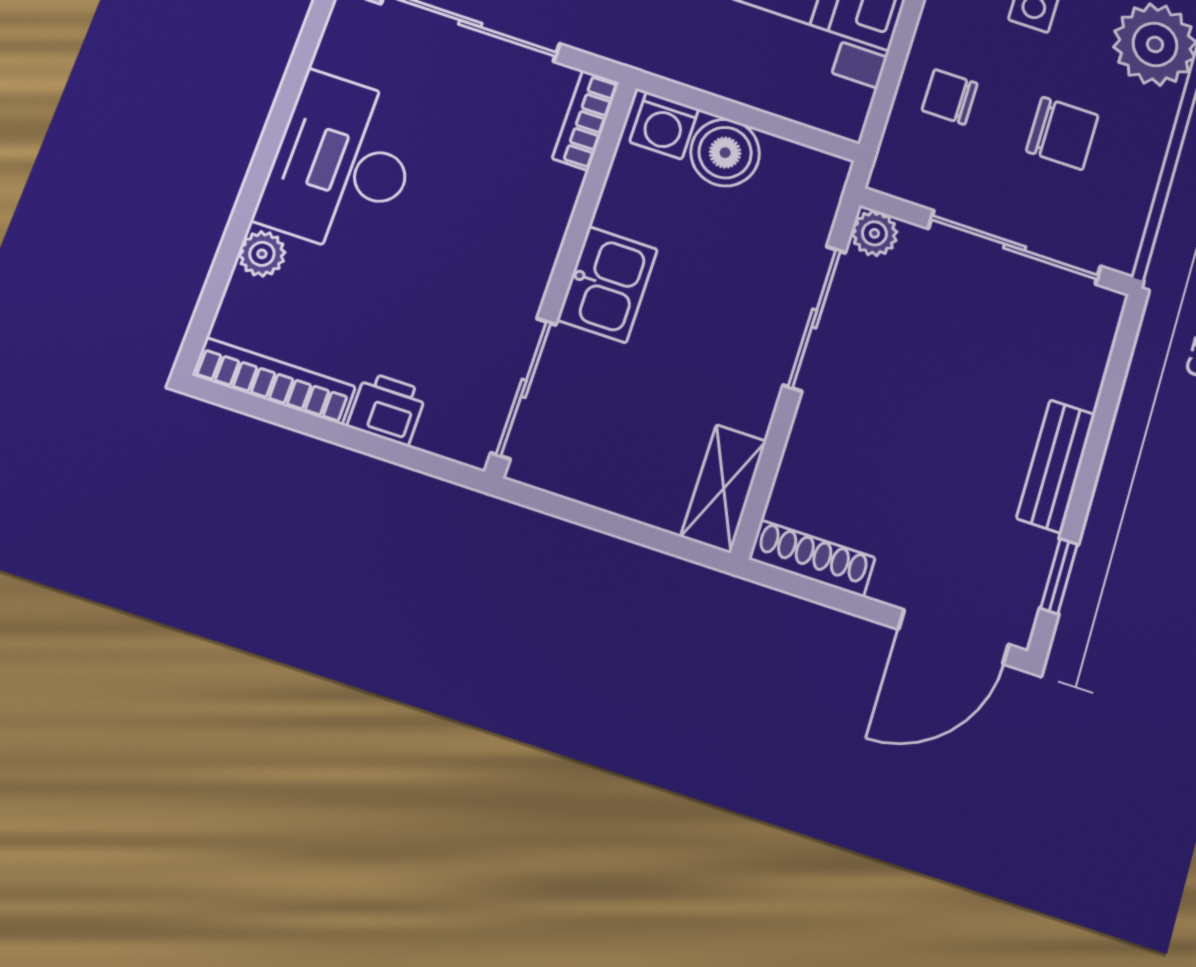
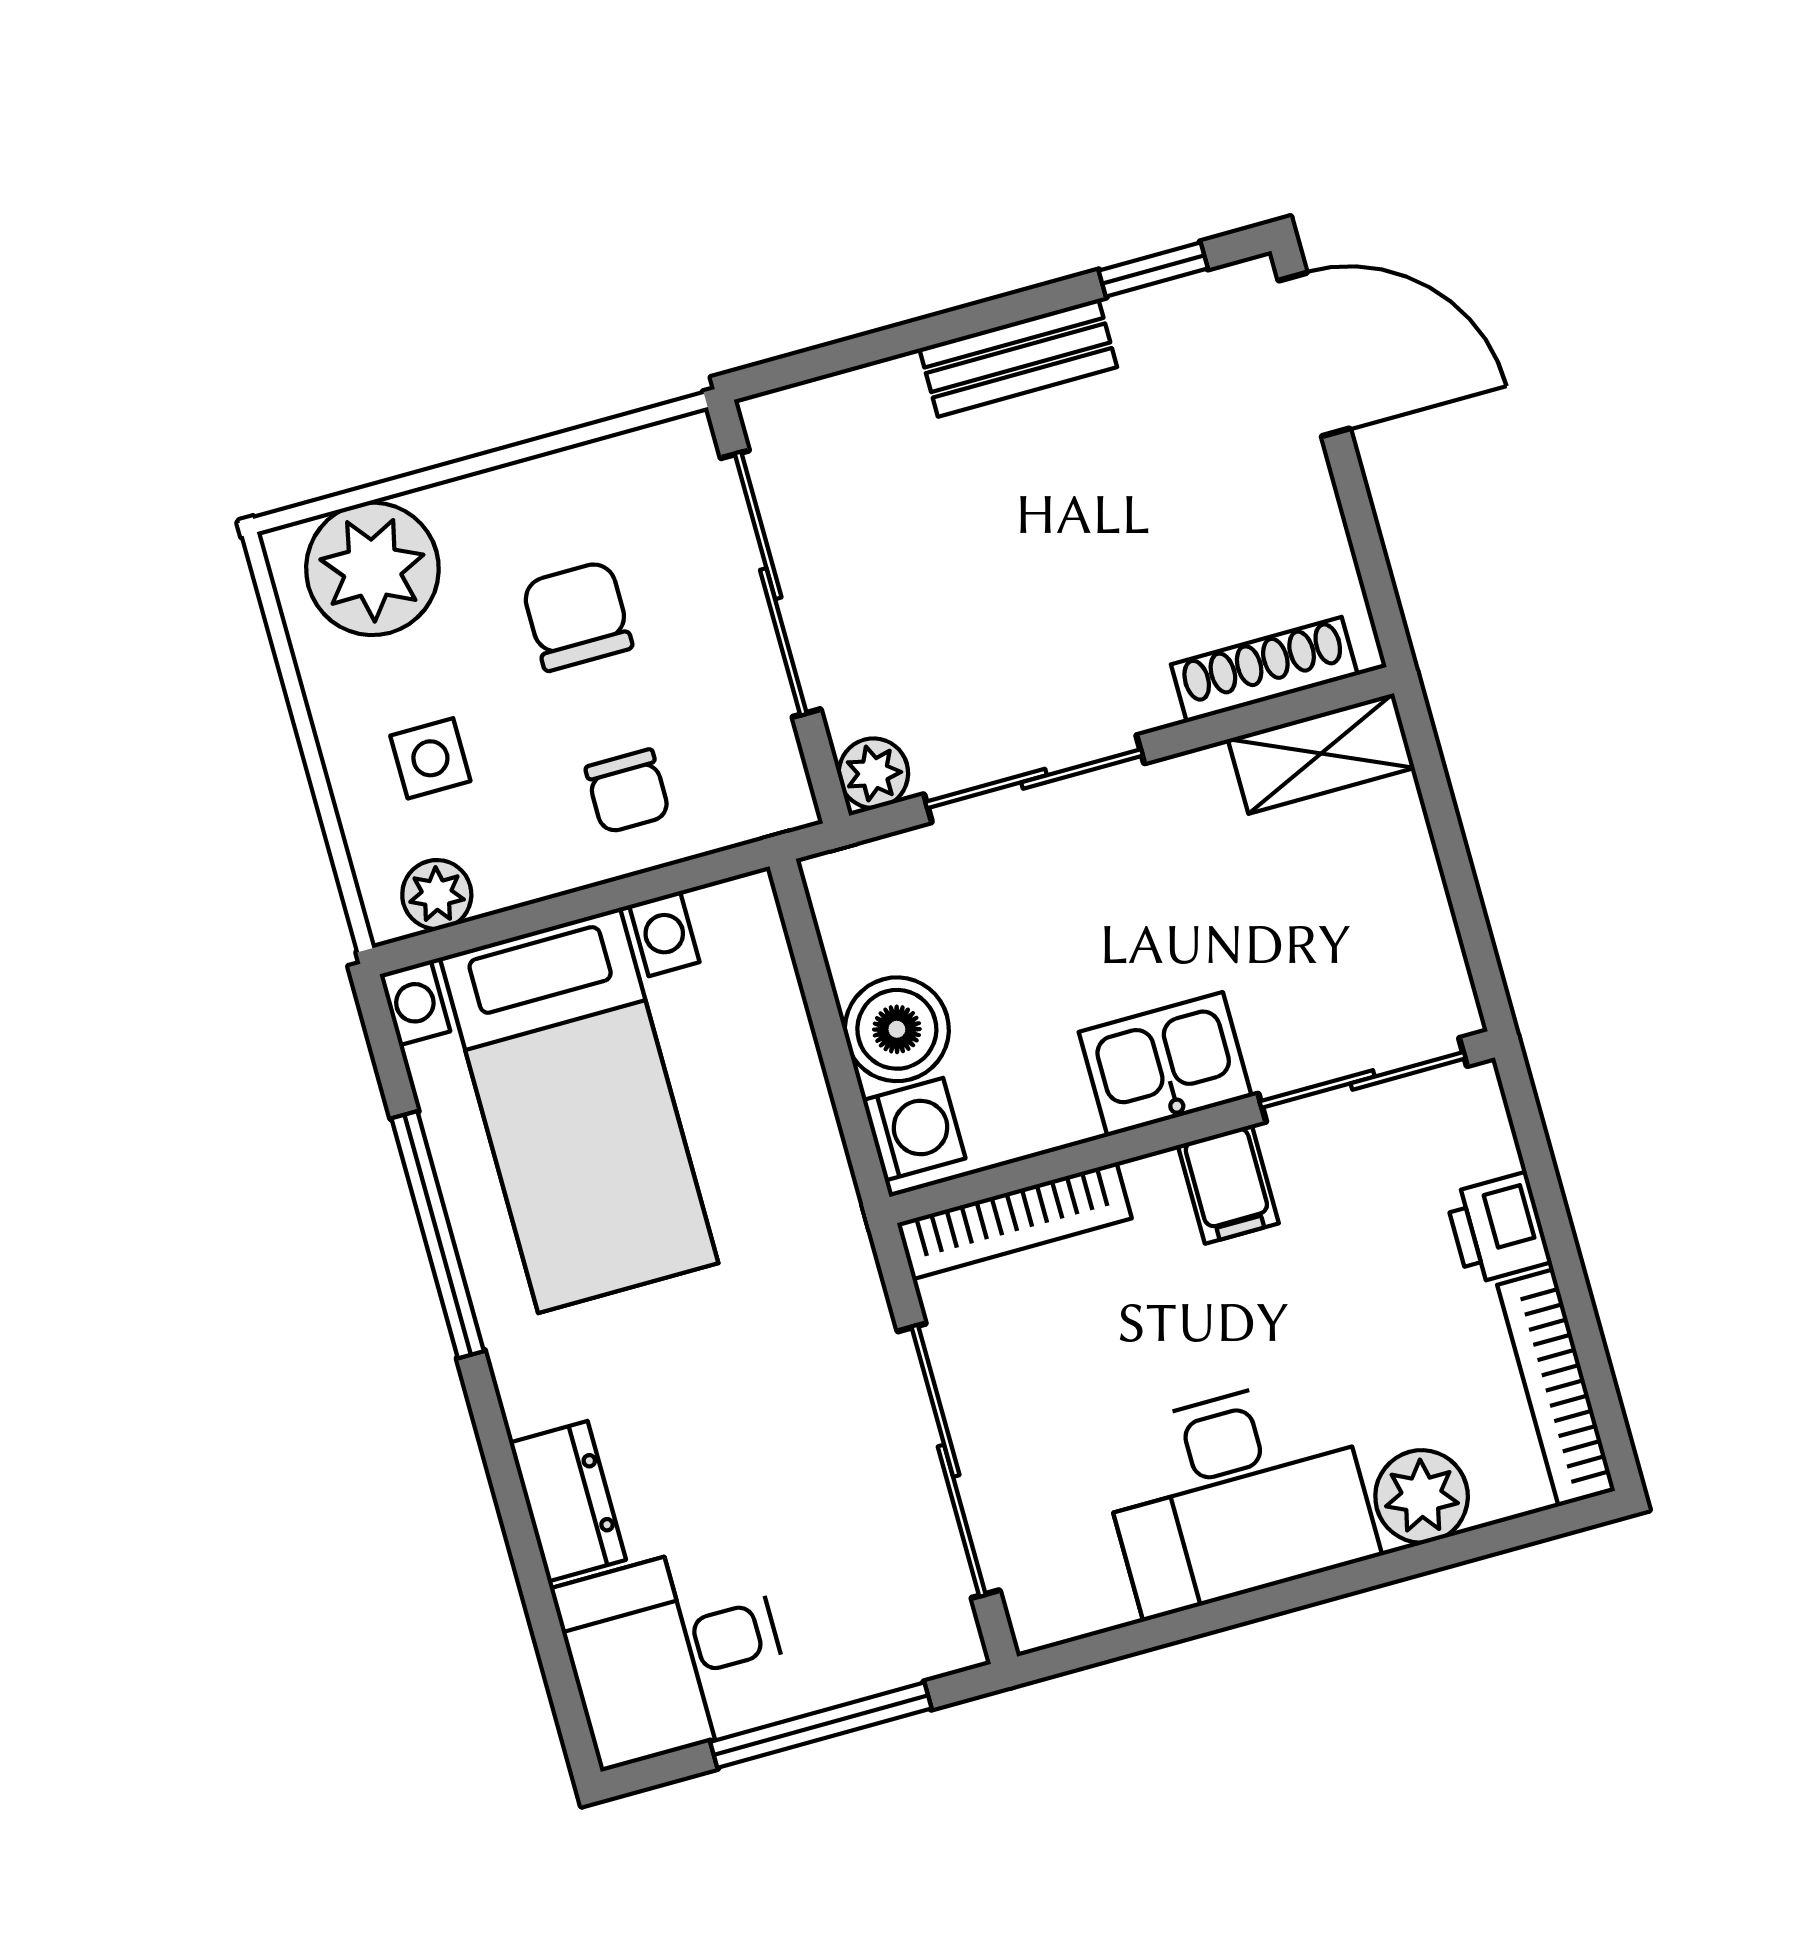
bookcase: (586, 120) -> (1014, 1221), width x1.56
plant: (262, 254) -> (1422, 1496), width x1.38, depth x1.38
filing cabinet: (517, 275) -> (1228, 1184), added
shoe rack: (812, 558) -> (1264, 670), moved, turned 90

